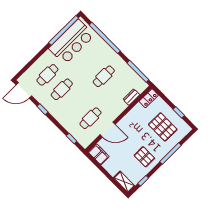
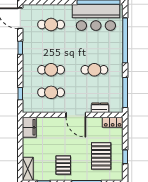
cafe table: (62, 89) -> (51, 70), moved
door: (108, 130) -> (76, 115), moved

